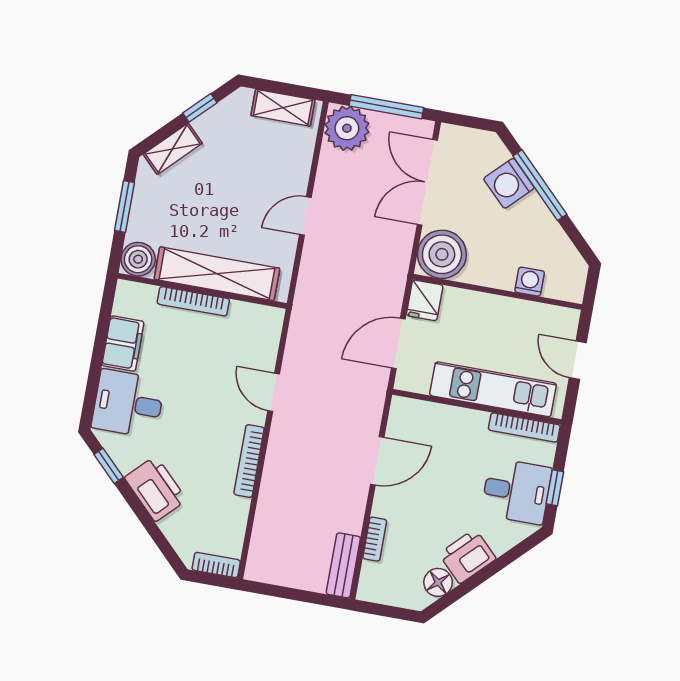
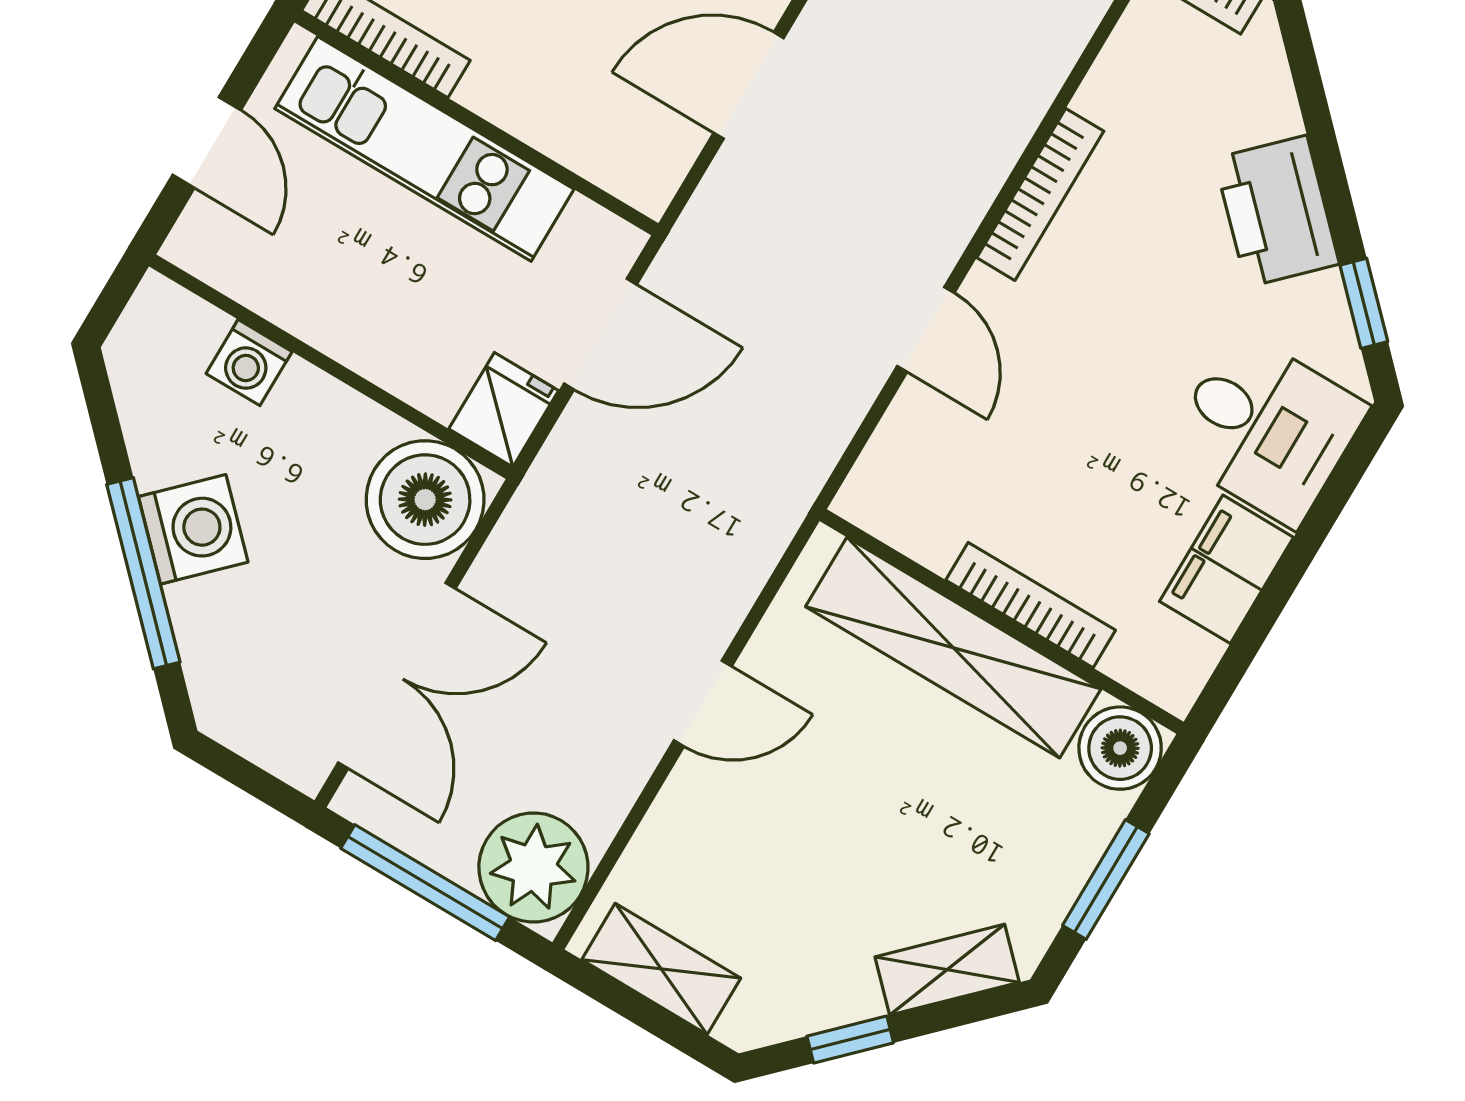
washing machine: (509, 183) -> (193, 529), moved

